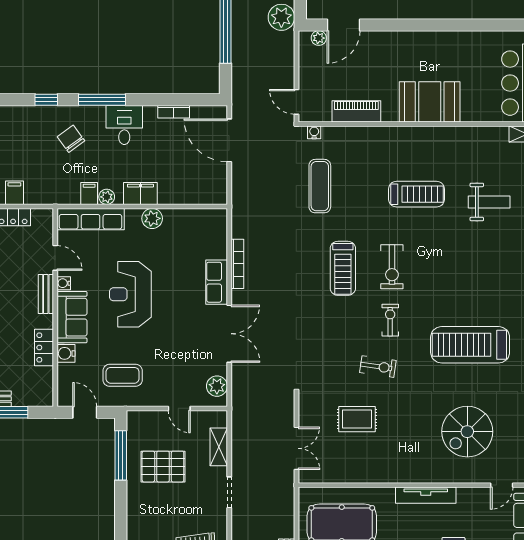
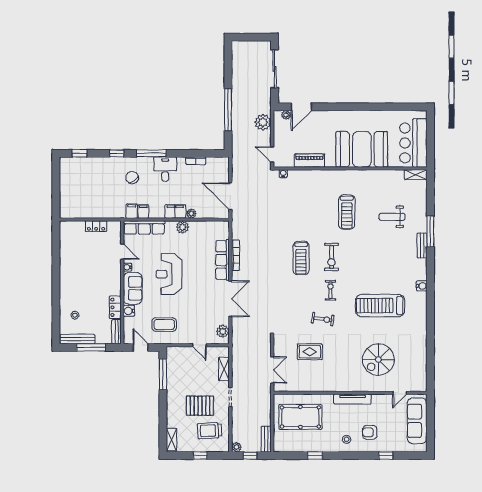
plant: (281, 17) -> (263, 122), moved
booth: (430, 102) -> (362, 149), width x1.36, depth x1.42
door: (229, 140) -> (230, 196), moved
exercise mat: (320, 186) -> (287, 207), removed
filing cabinet: (14, 193) -> (132, 211), moved
treadmill: (417, 194) -> (347, 212), turned 90
plant: (107, 197) -> (191, 214), moved
weight bench: (489, 202) -> (392, 217), turned 180
row of seats: (217, 282) -> (223, 260), width x1.48
bench: (46, 294) -> (116, 332), moved
pallet: (163, 467) -> (200, 406), moved

